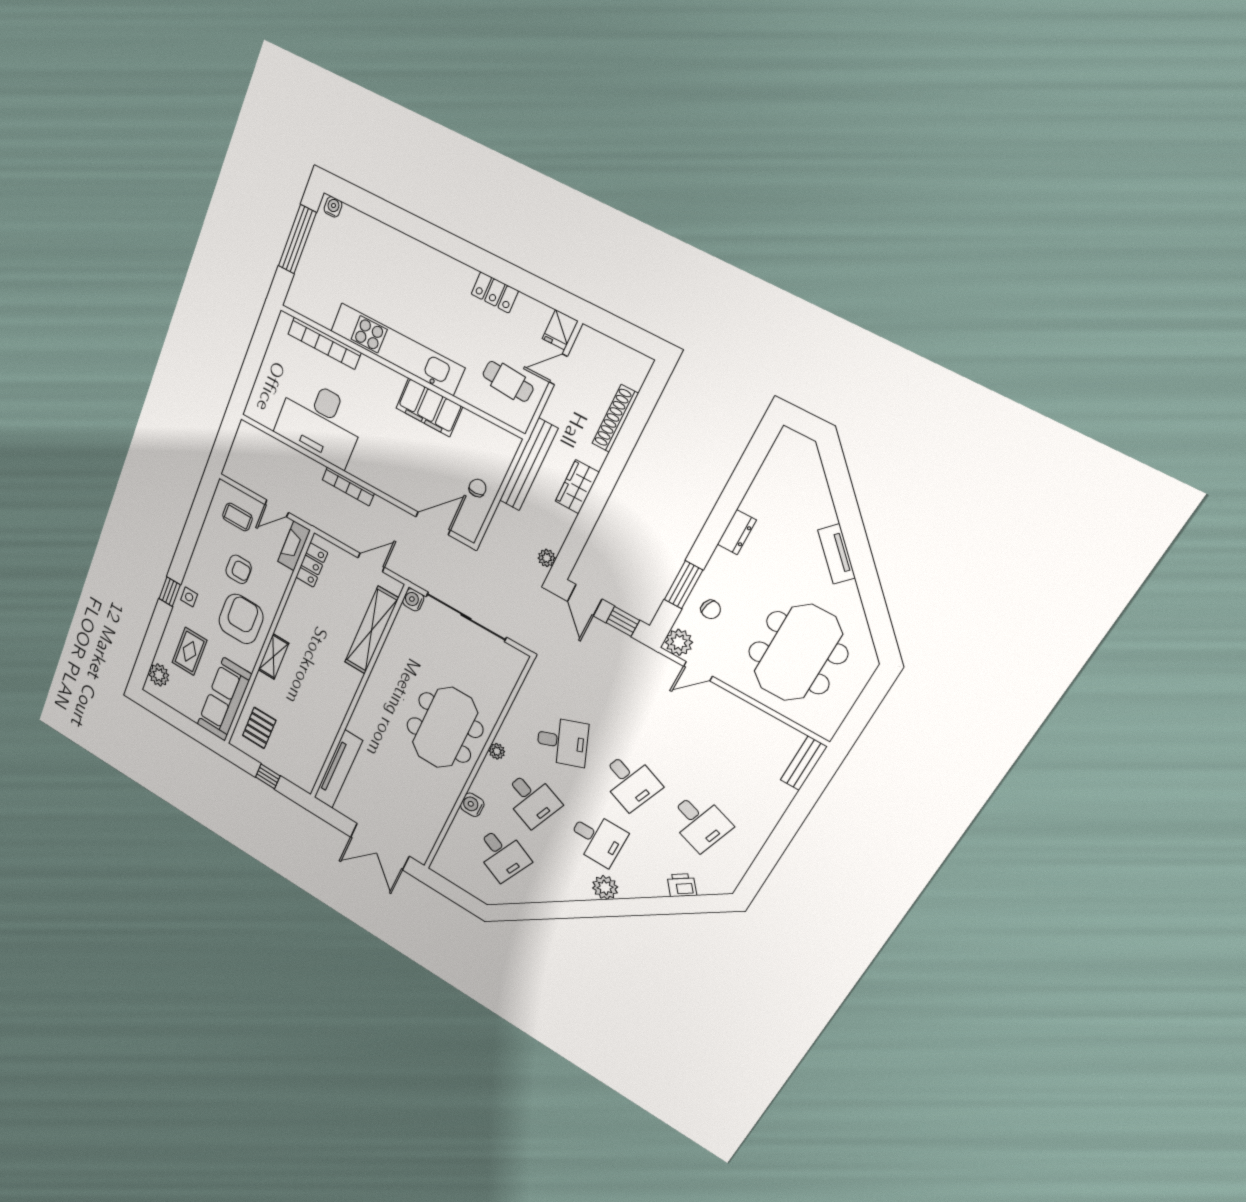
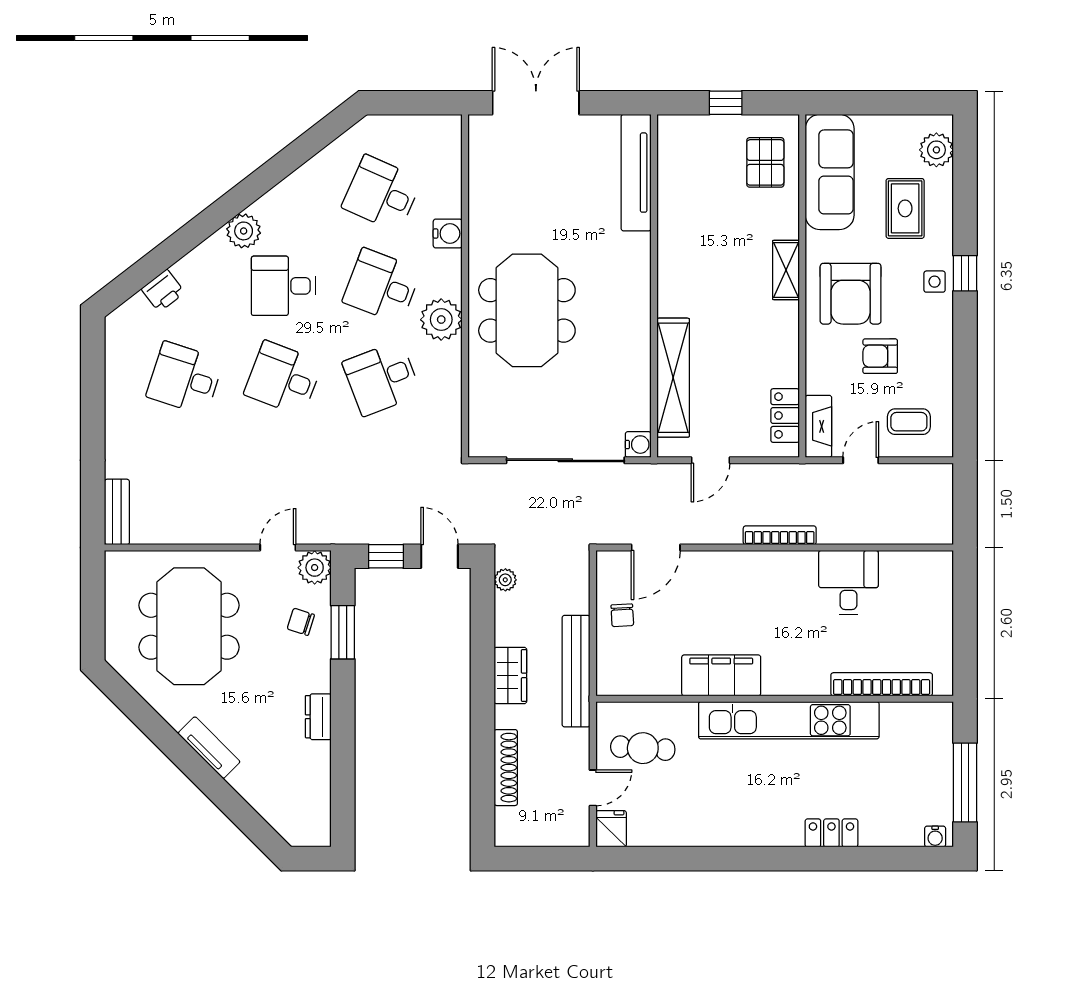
locker: (495, 292) -> (831, 833), moved
desk: (320, 422) -> (848, 583), width x0.53, depth x0.77
plant: (497, 751) -> (441, 320), width x1.88, depth x1.88

